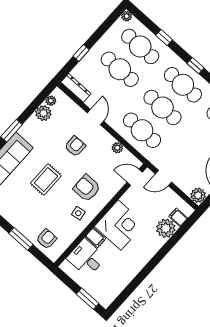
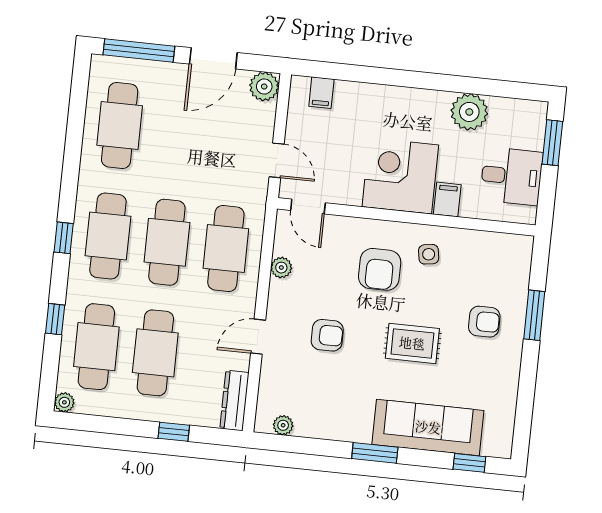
plant: (43, 113) -> (311, 423), removed
armchair: (75, 146) -> (327, 335), turned 180
plant: (166, 228) -> (469, 112), moved
armchair: (47, 239) -> (484, 322), moved, turned 180
desk: (86, 258) -> (511, 176), moved, turned -90

